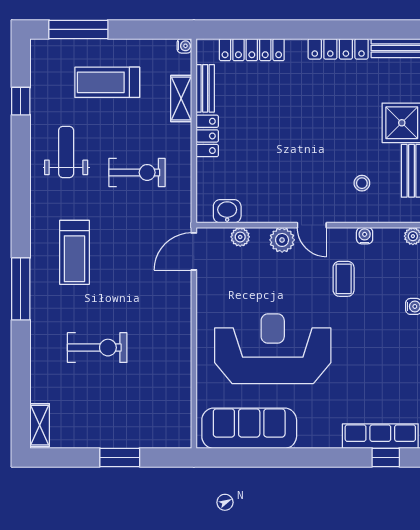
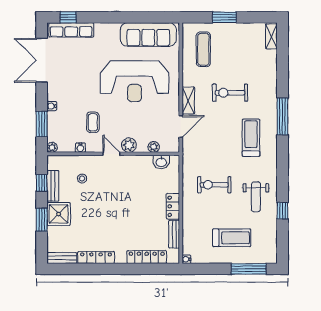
shelving: (181, 98) -> (188, 100), moved
window: (21, 101) -> (283, 211), moved
door: (194, 251) -> (181, 126), moved
exercise bike: (97, 348) -> (230, 93), moved
exercise mat: (155, 403) -> (203, 49), added

